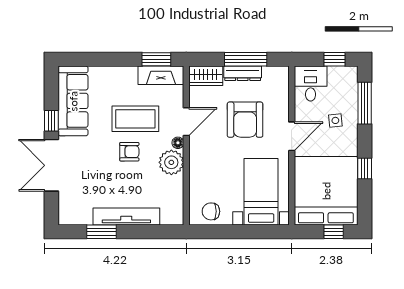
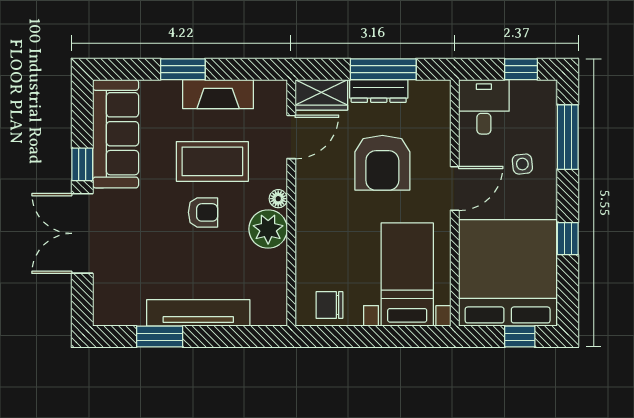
window: (156, 59) -> (183, 69), moved
fireplace: (161, 75) -> (218, 94), moved
door: (186, 122) -> (291, 137), moved

